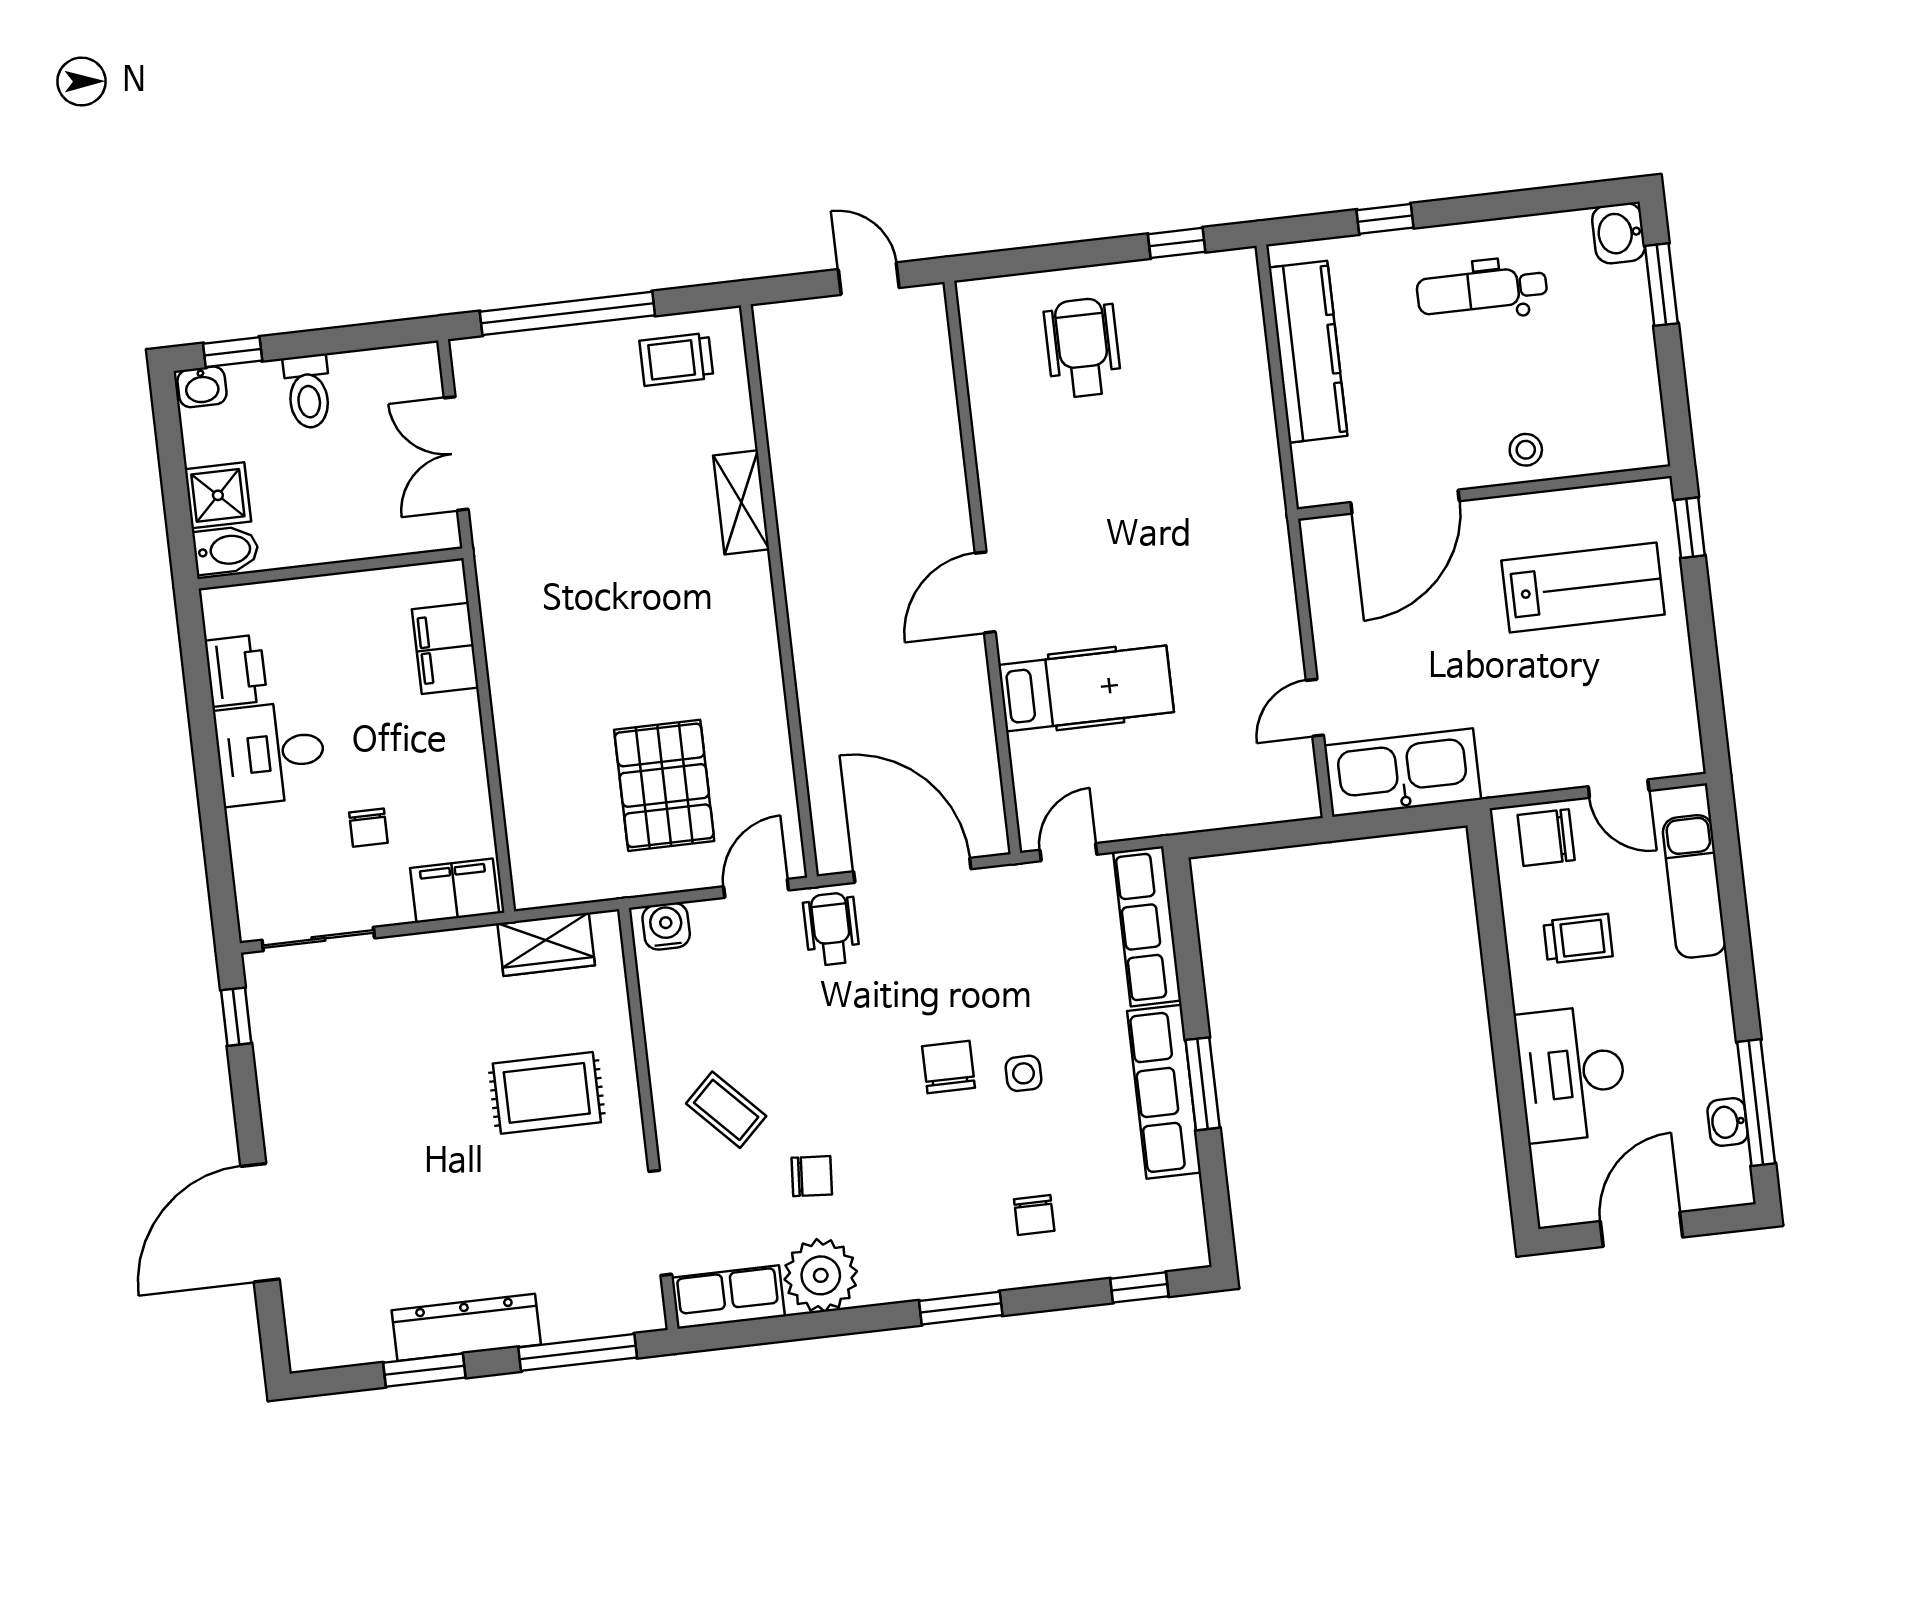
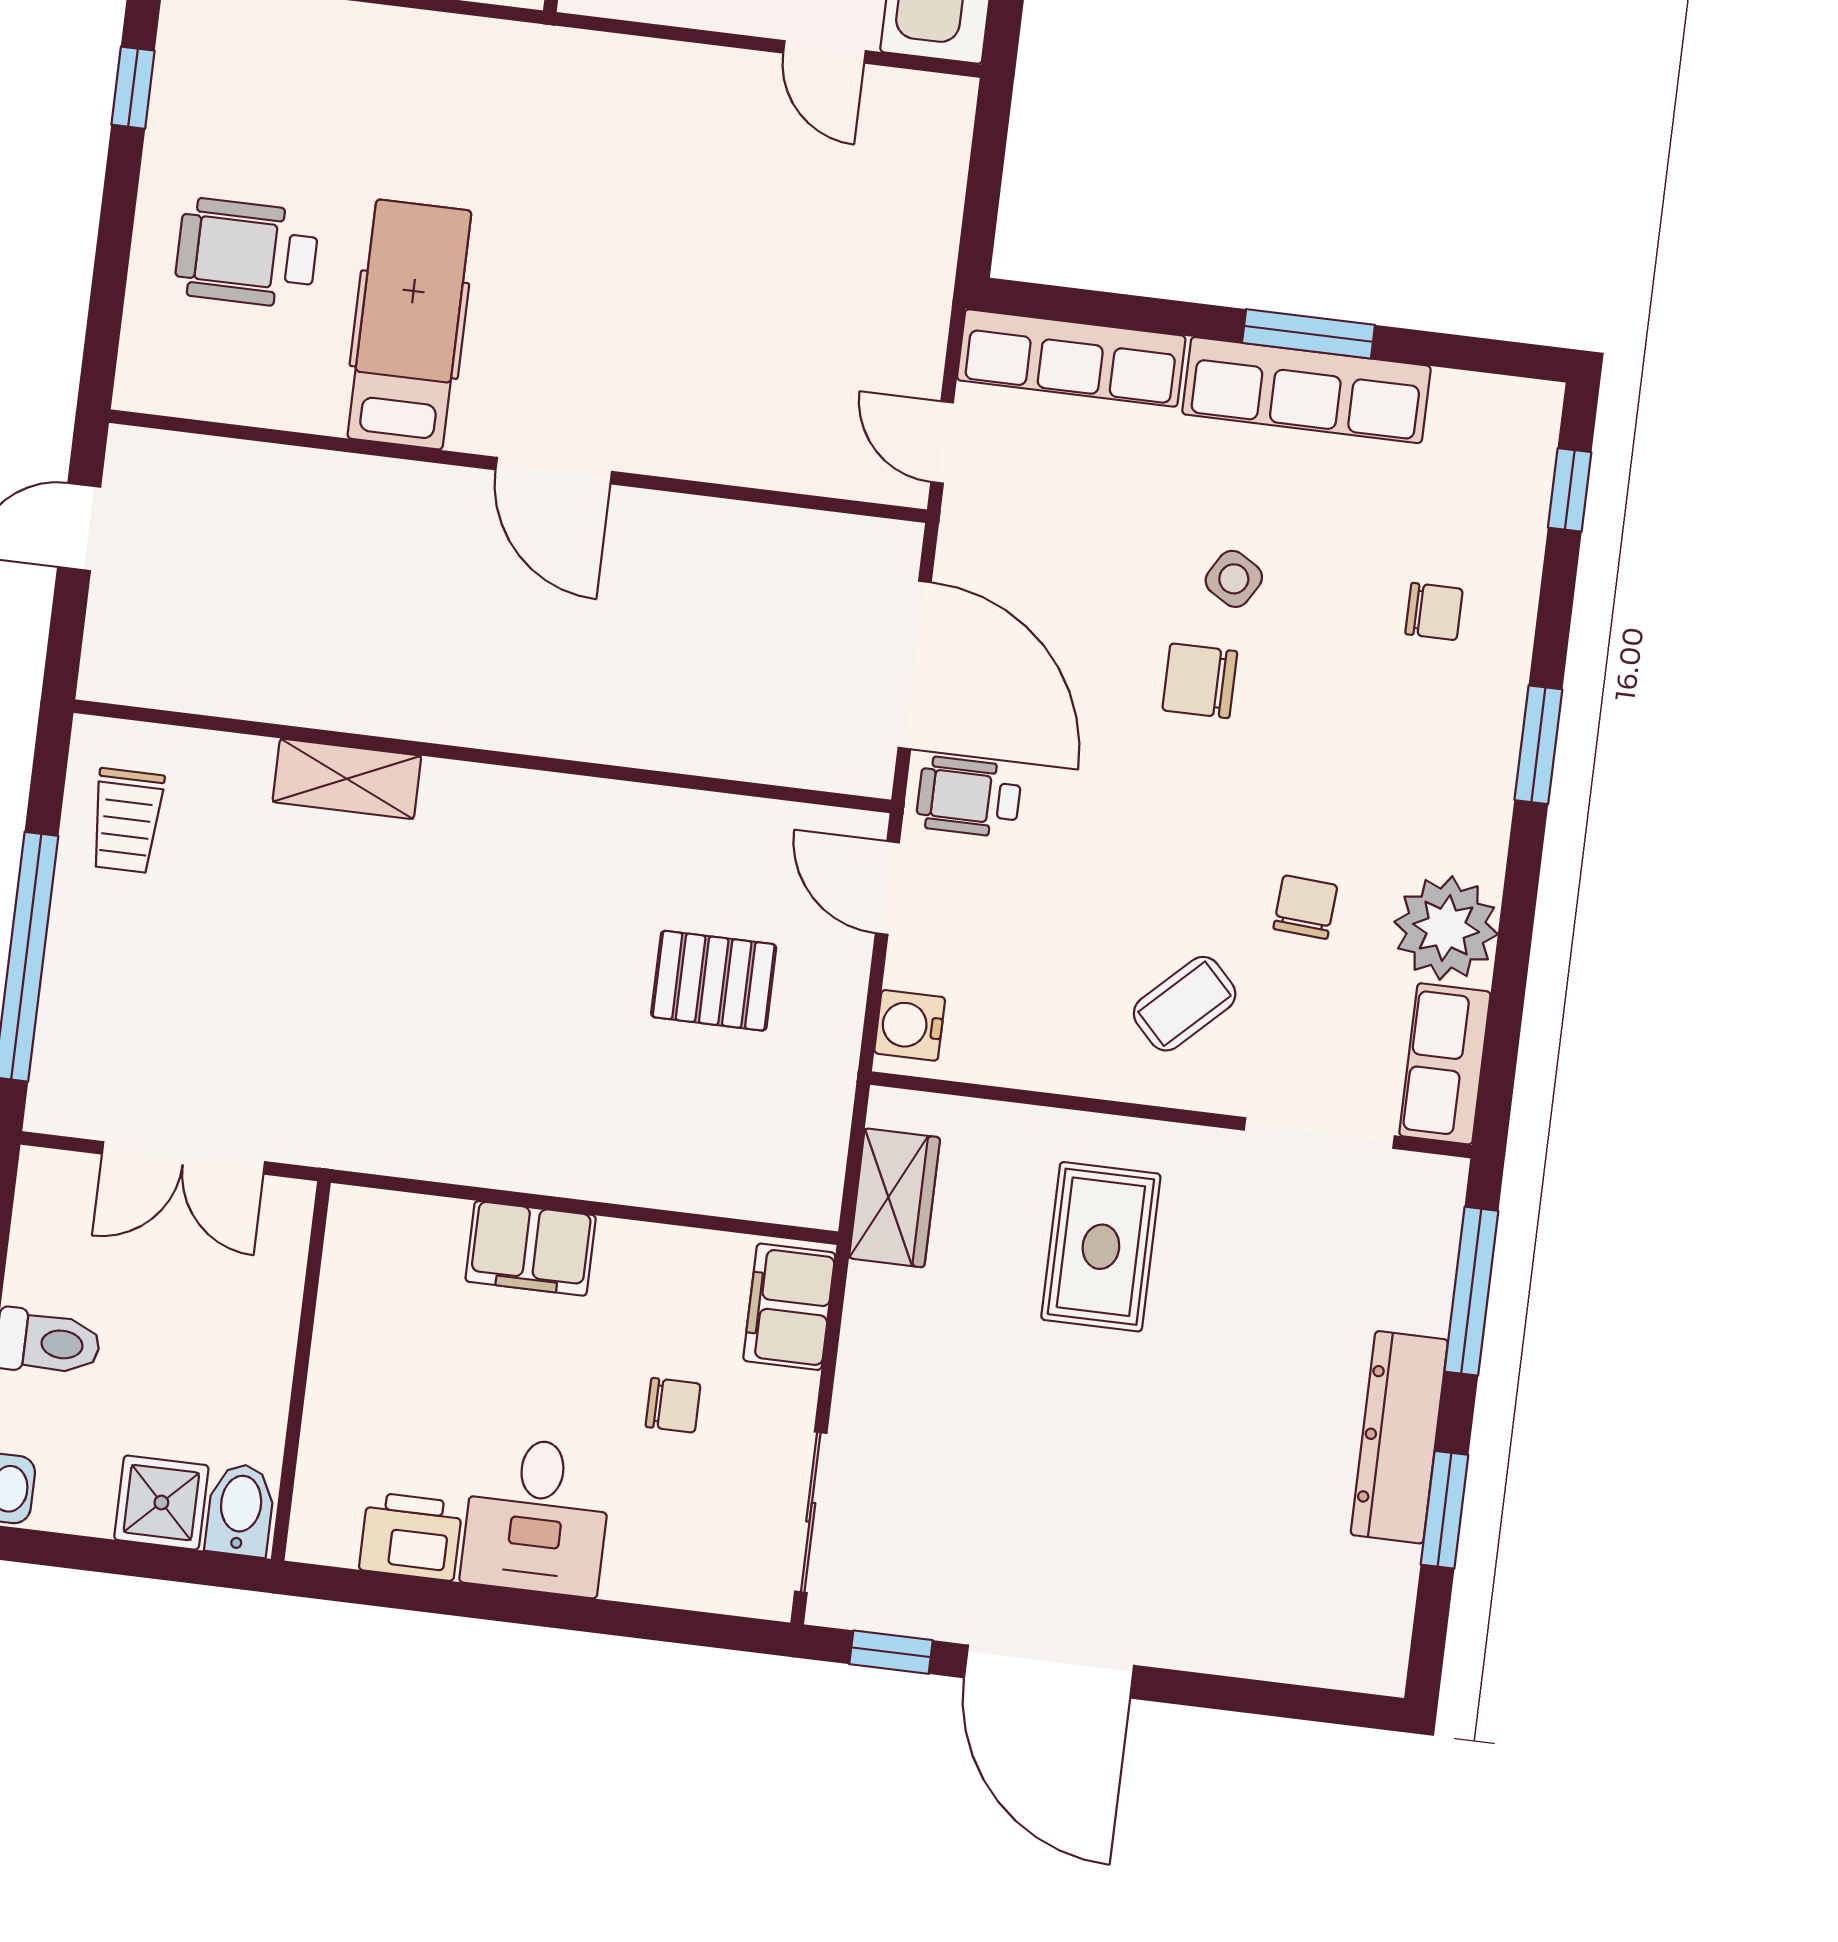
filing cabinet: (445, 648) -> (531, 1248), moved
hospital bed: (1086, 688) -> (409, 325), moved
pallet: (664, 785) -> (714, 981), width x0.67, depth x0.71
door: (912, 870) -> (915, 665), swing flipped
side table: (1023, 1073) -> (1234, 579), turned 31
door: (260, 1223) -> (1049, 1672), moved

